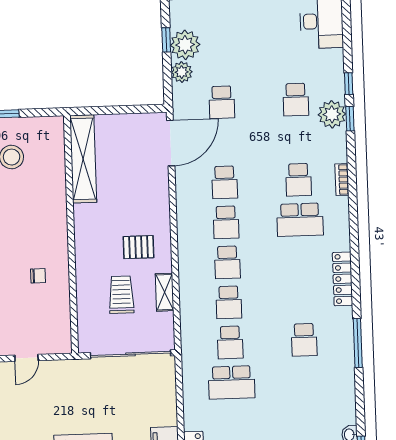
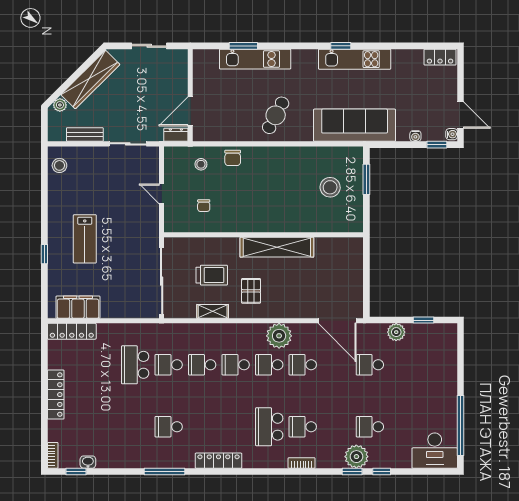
plant: (185, 45) -> (279, 336), moved
shelving: (83, 159) -> (277, 247), moved
chair: (38, 276) -> (204, 206), moved

